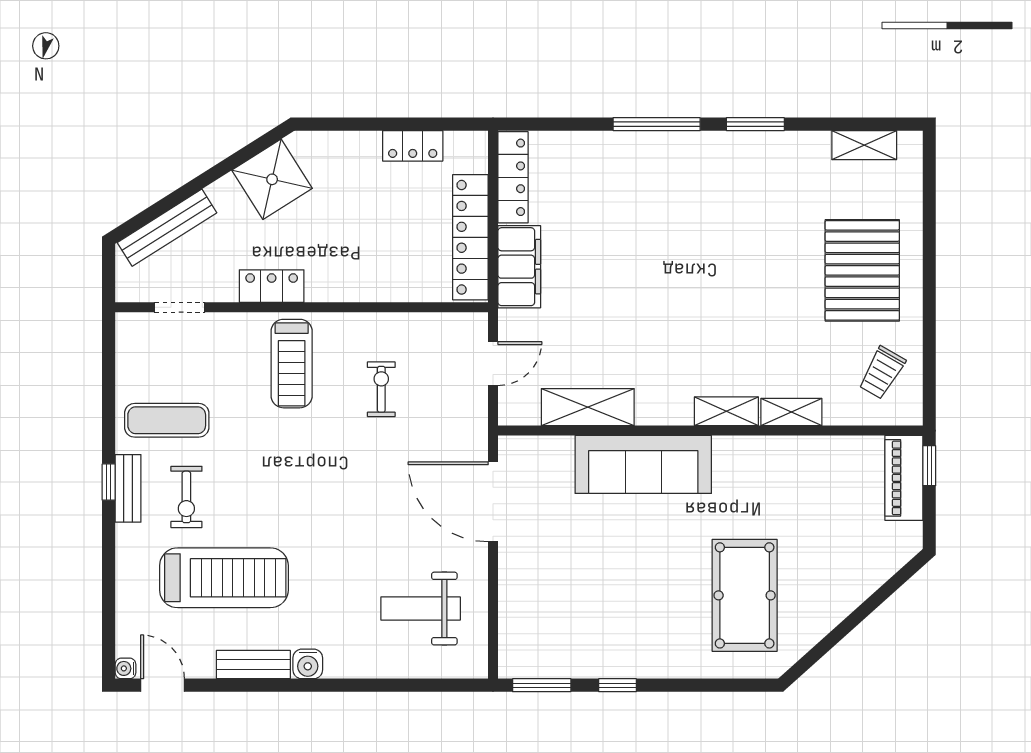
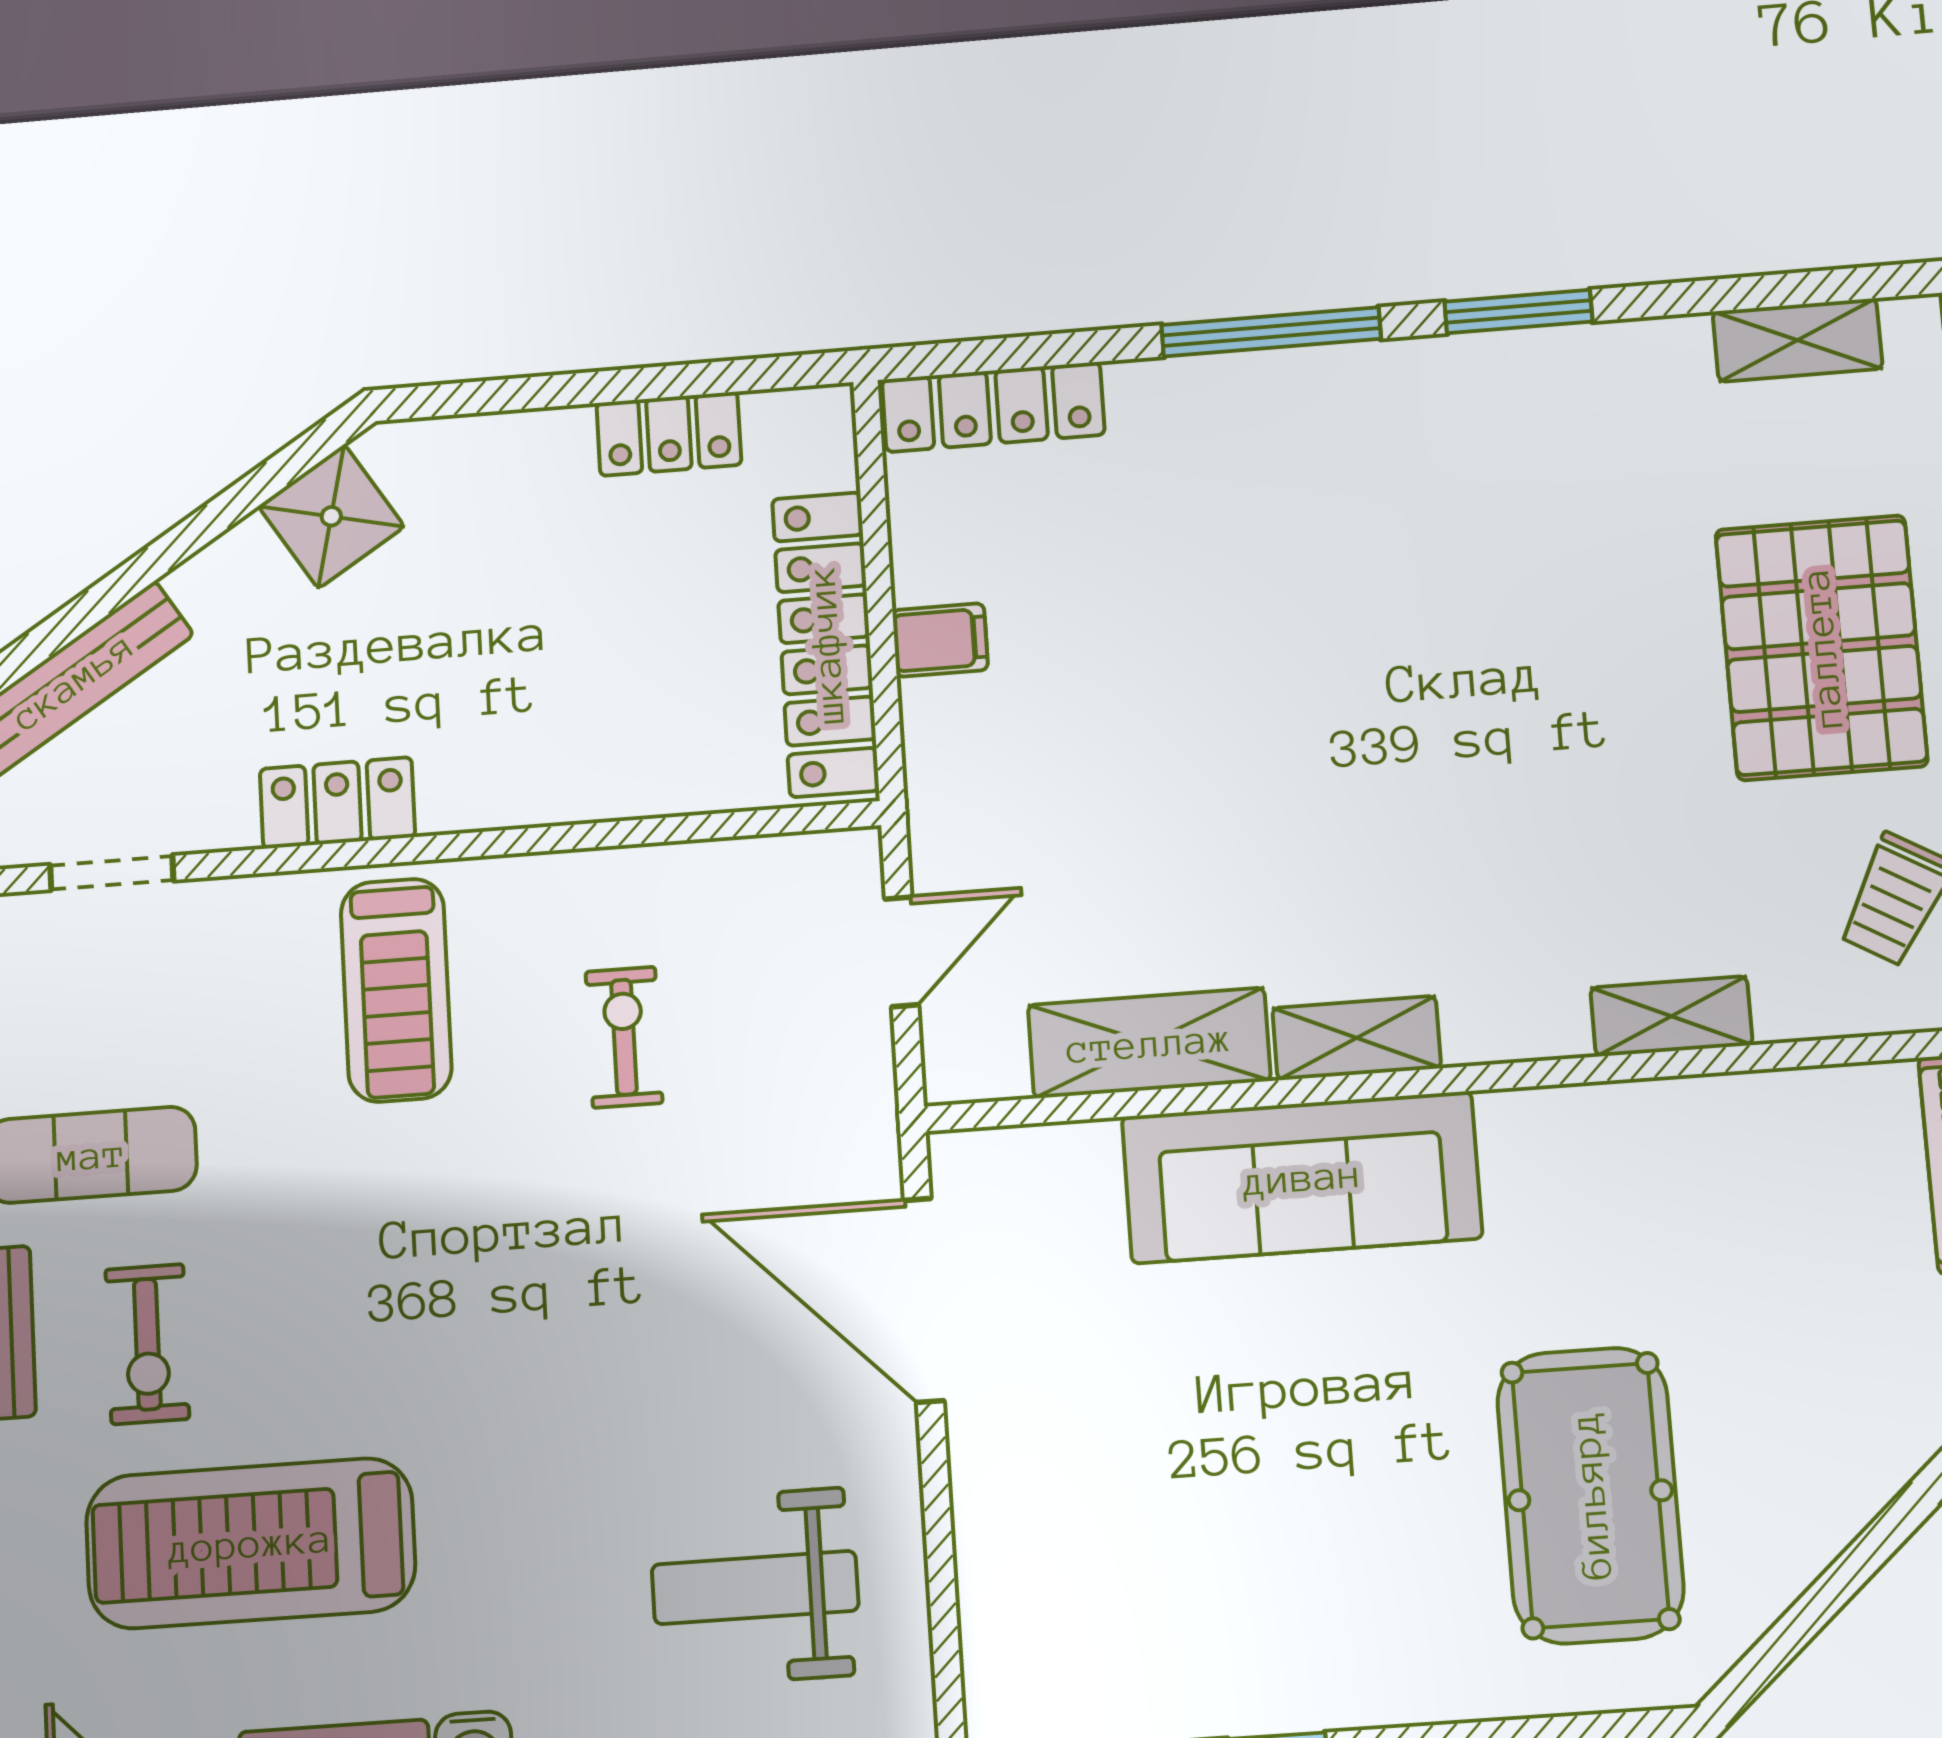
locker: (513, 177) -> (993, 407), moved, turned 90
shower: (272, 179) -> (331, 516), width x0.73, depth x0.73
filing cabinet: (519, 267) -> (940, 640), width x0.33, depth x0.86
shelving: (726, 411) -> (1357, 1038), moved
treadmill: (224, 578) -> (250, 1543), turned 180

